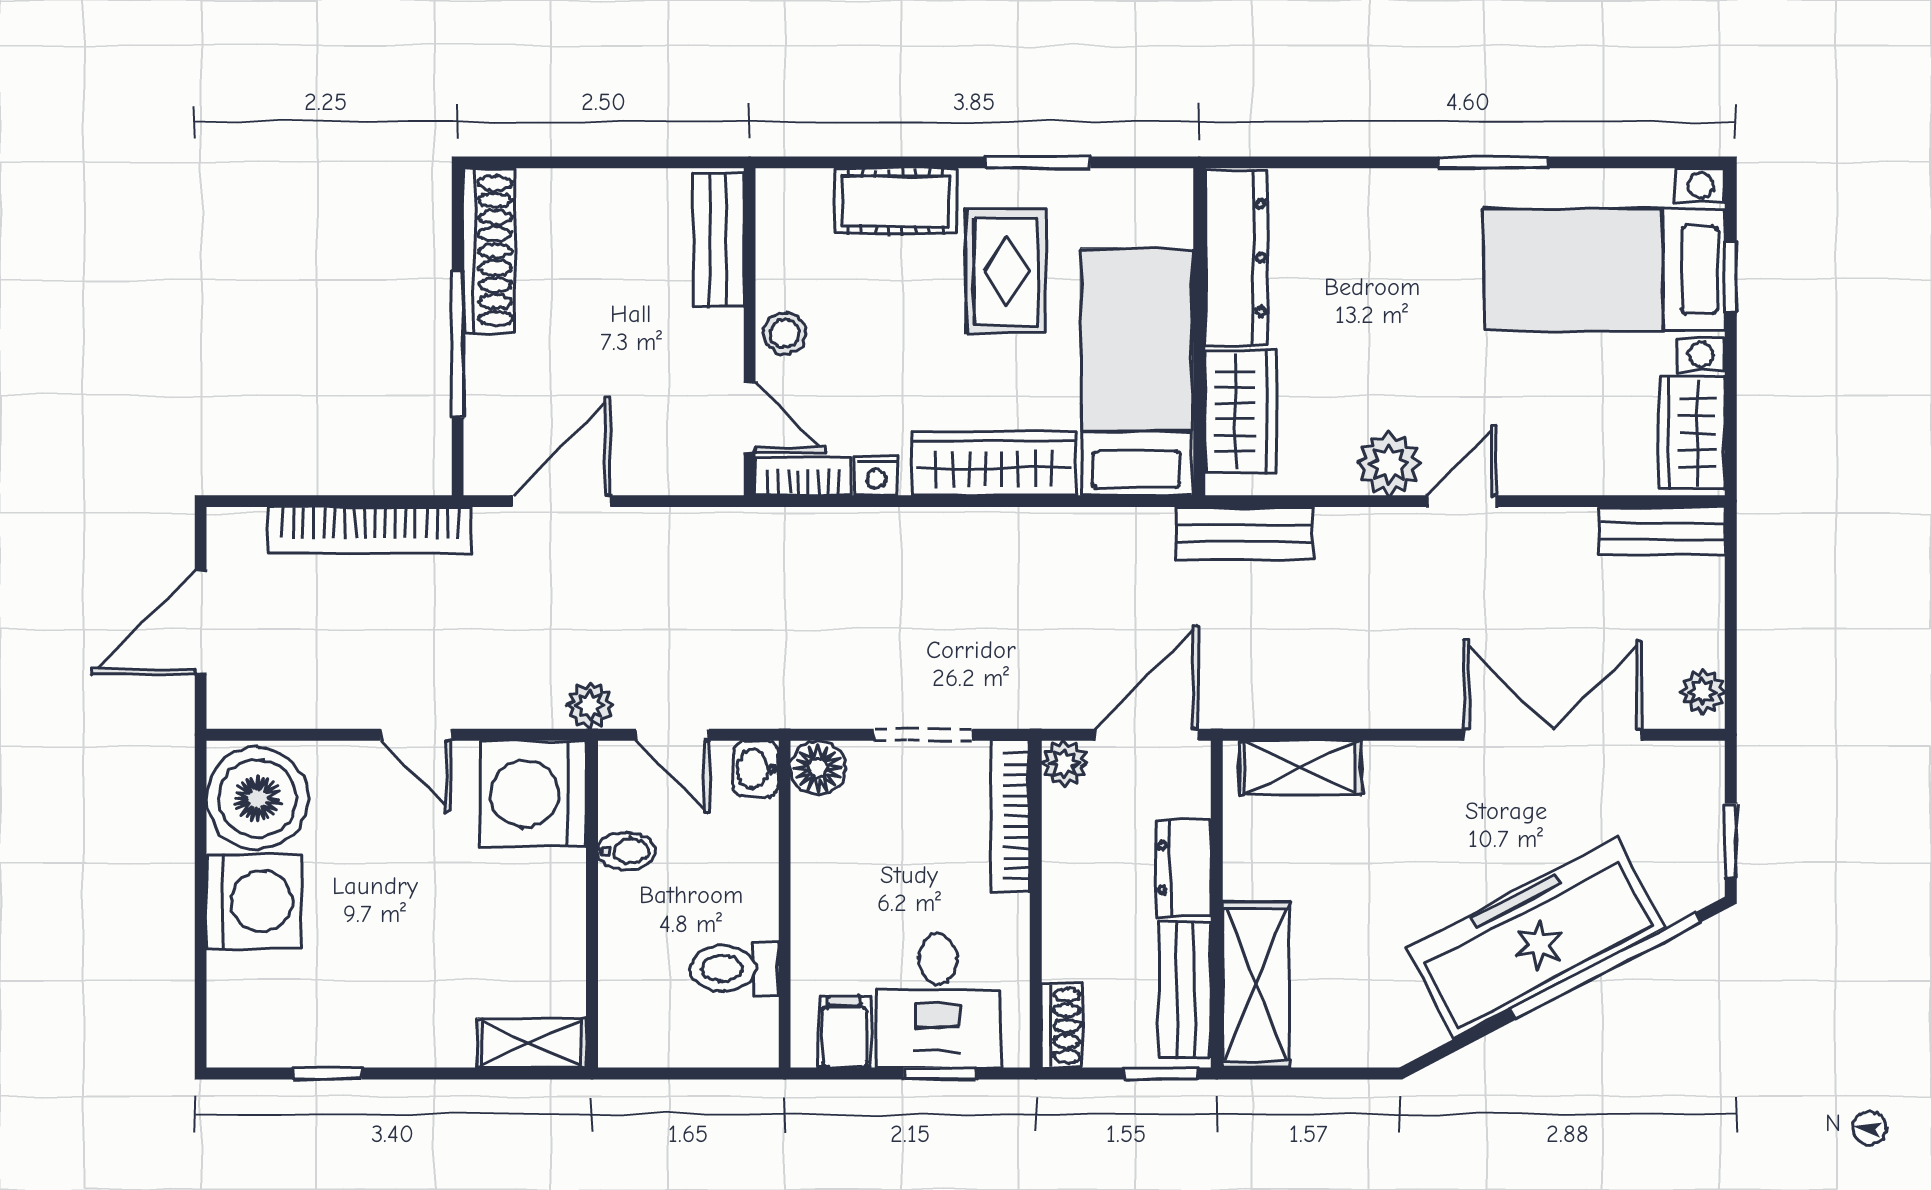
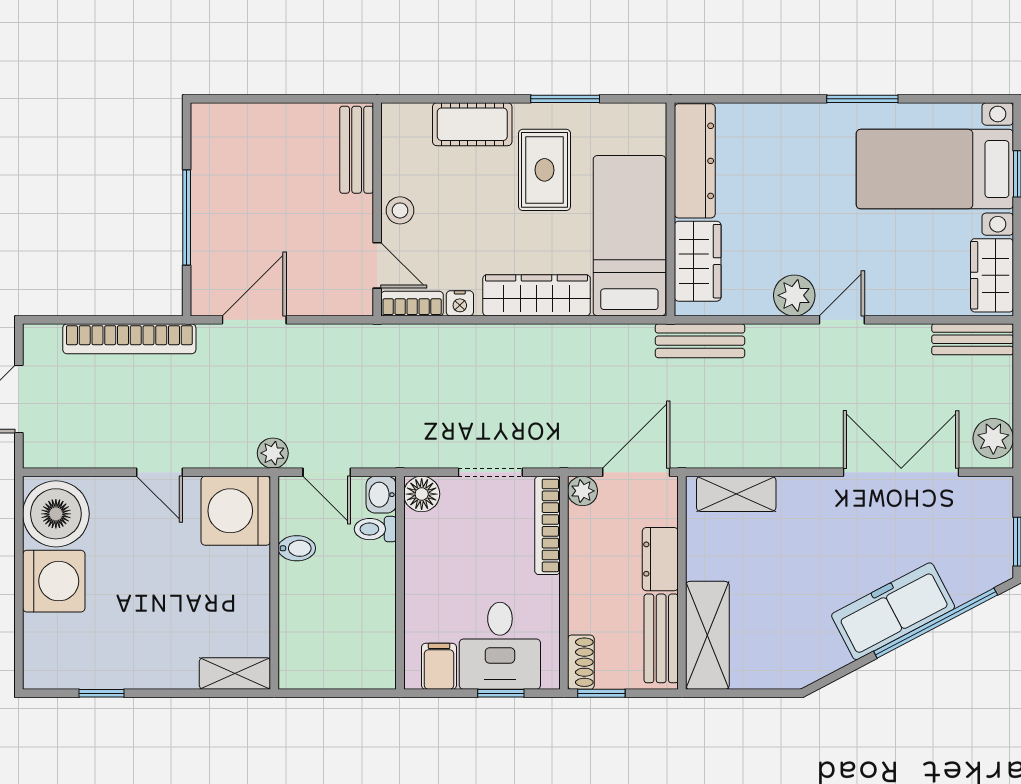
shoe rack: (489, 251) -> (207, 157), removed
plant: (1702, 691) -> (993, 438), width x1.38, depth x1.38
freezer: (1535, 938) -> (893, 611), width x0.73, depth x0.79
toilet: (734, 969) -> (375, 529), moved, width x0.73, depth x0.72
window: (1161, 1073) -> (601, 693), moved

